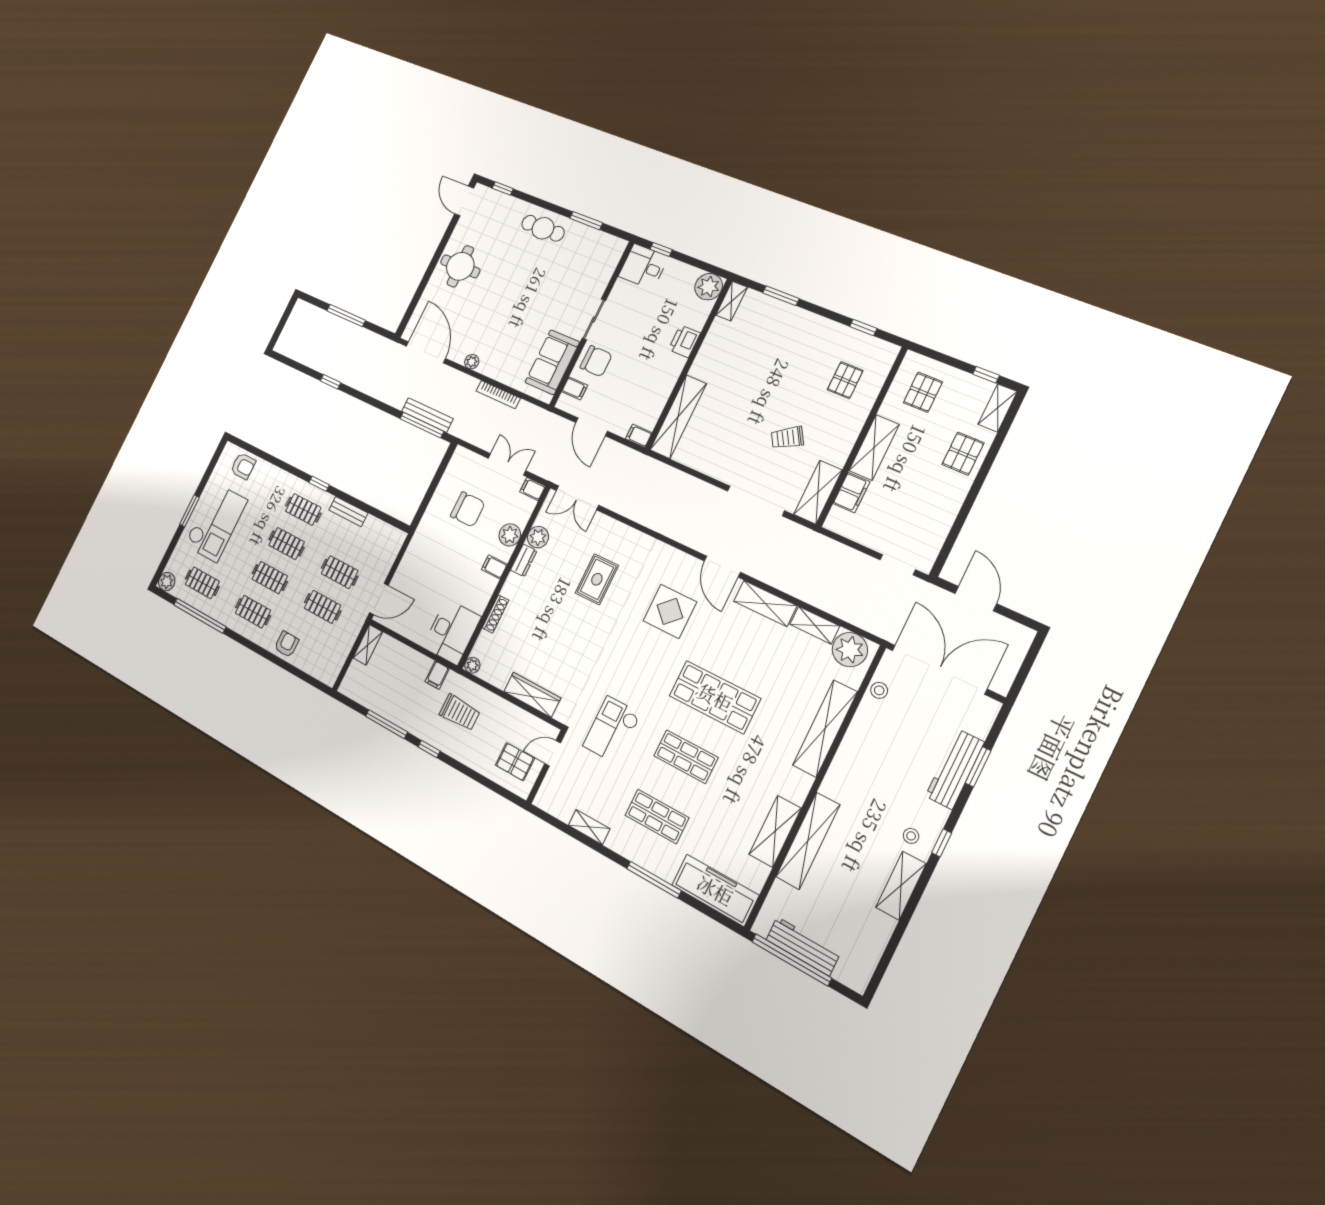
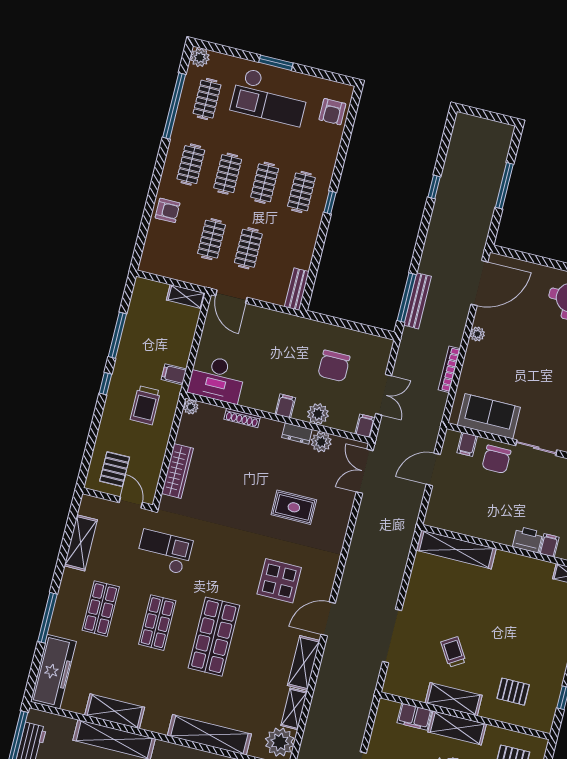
filing cabinet: (639, 436) -> (549, 545), moved
shelving: (818, 492) -> (454, 699), moved
bench: (348, 512) -> (297, 289), moved
shelving: (589, 827) -> (81, 543), width x1.50, depth x1.33

